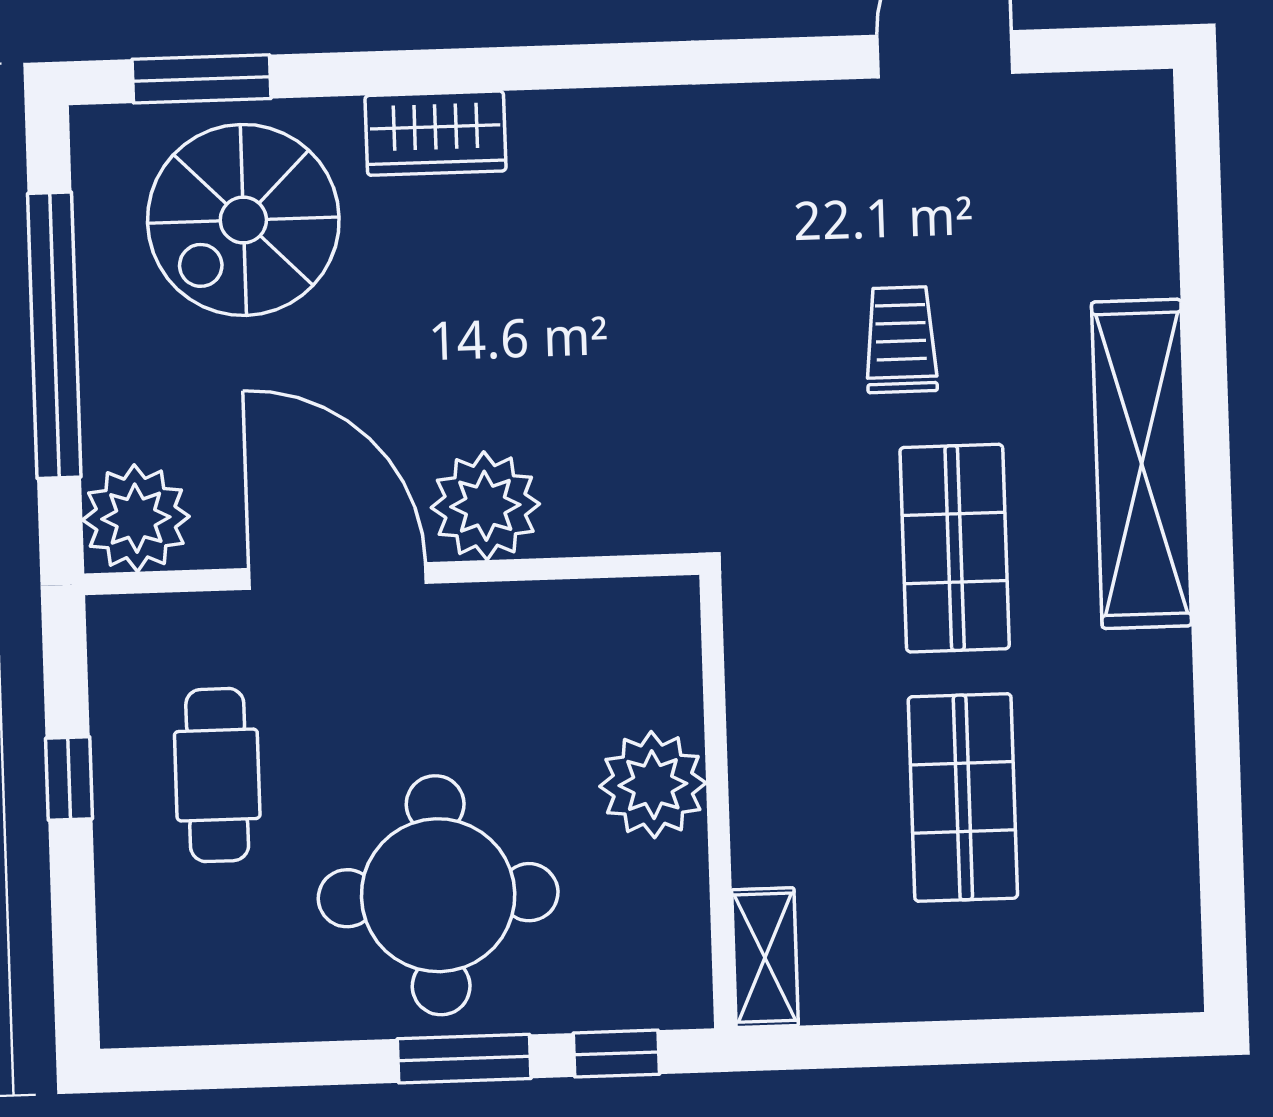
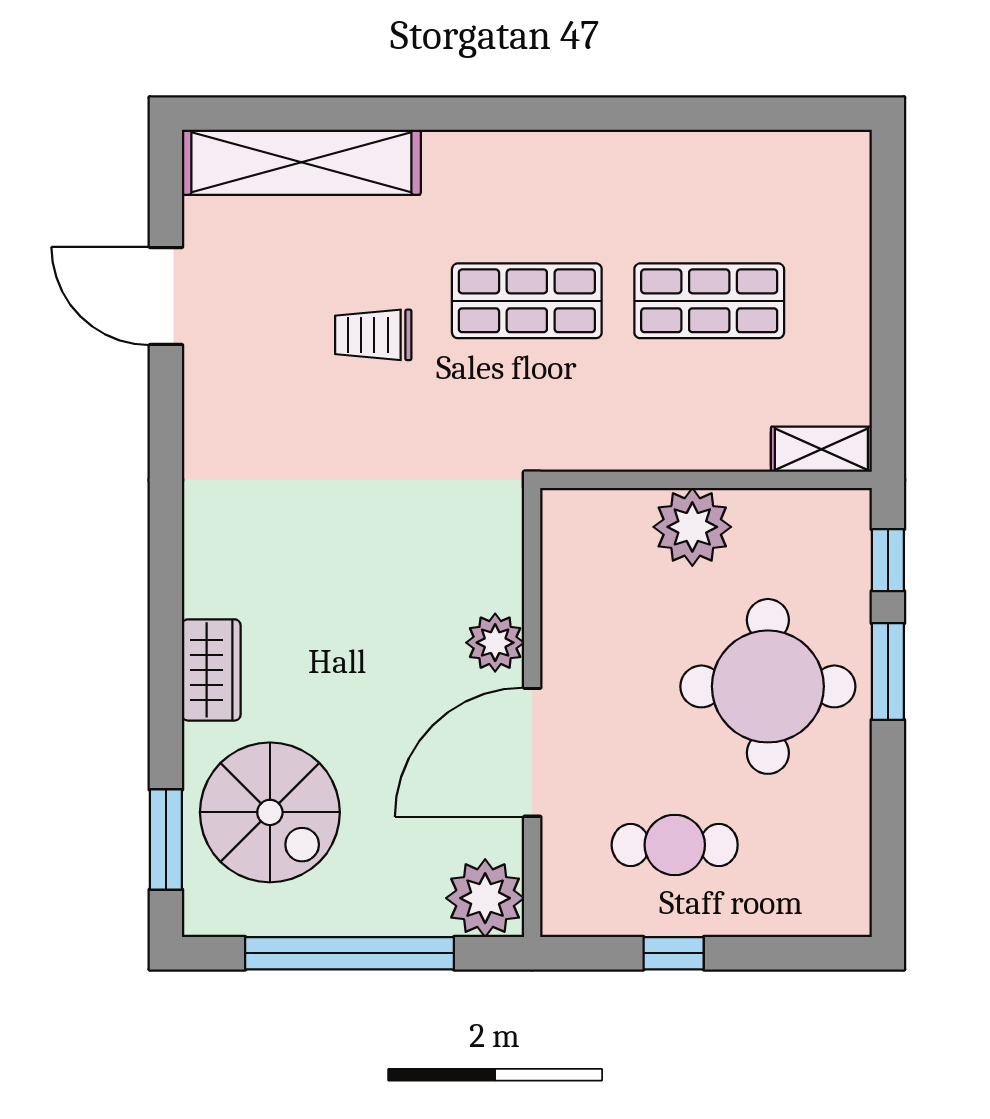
shelving: (1142, 464) -> (301, 162), moved
plant: (485, 506) -> (495, 643), width x0.73, depth x0.73

